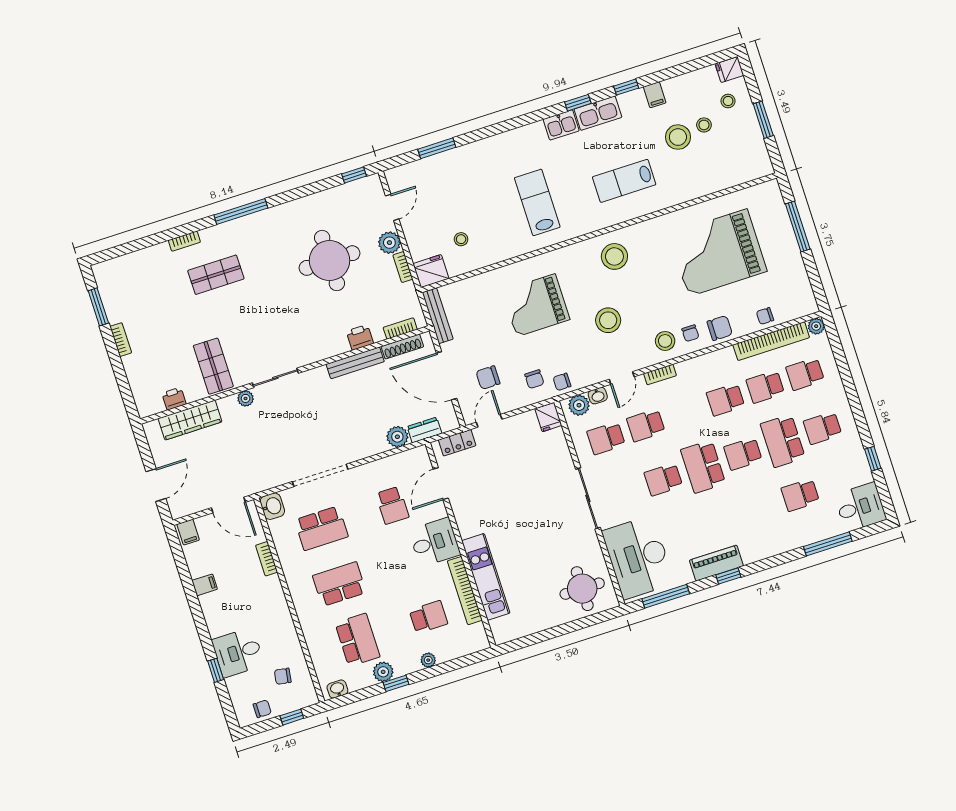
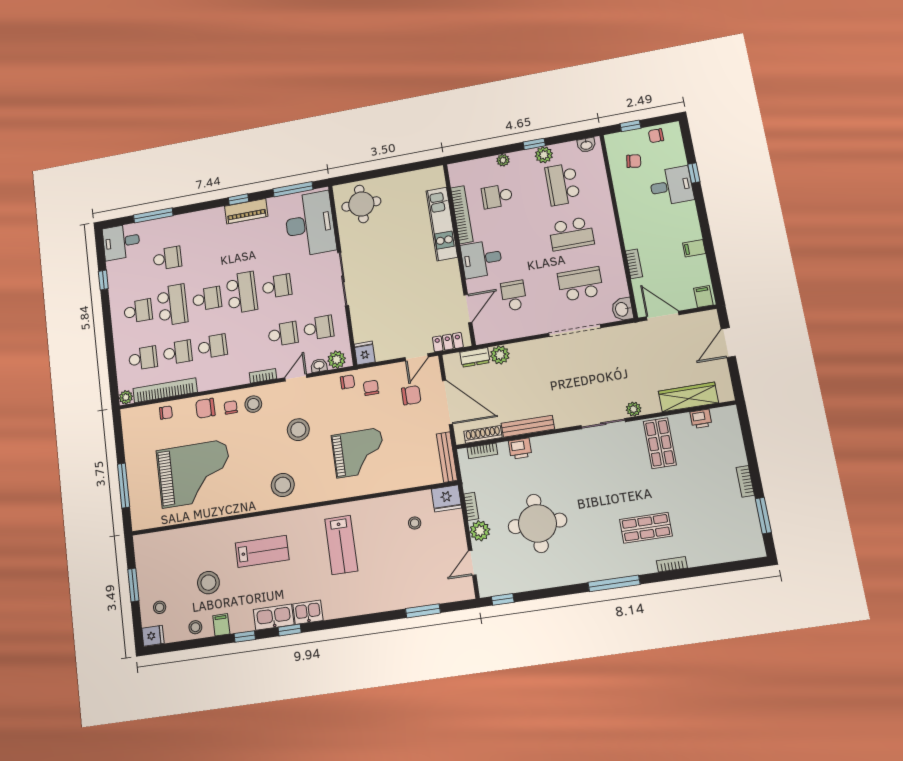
stool: (704, 125) -> (195, 627), moved

